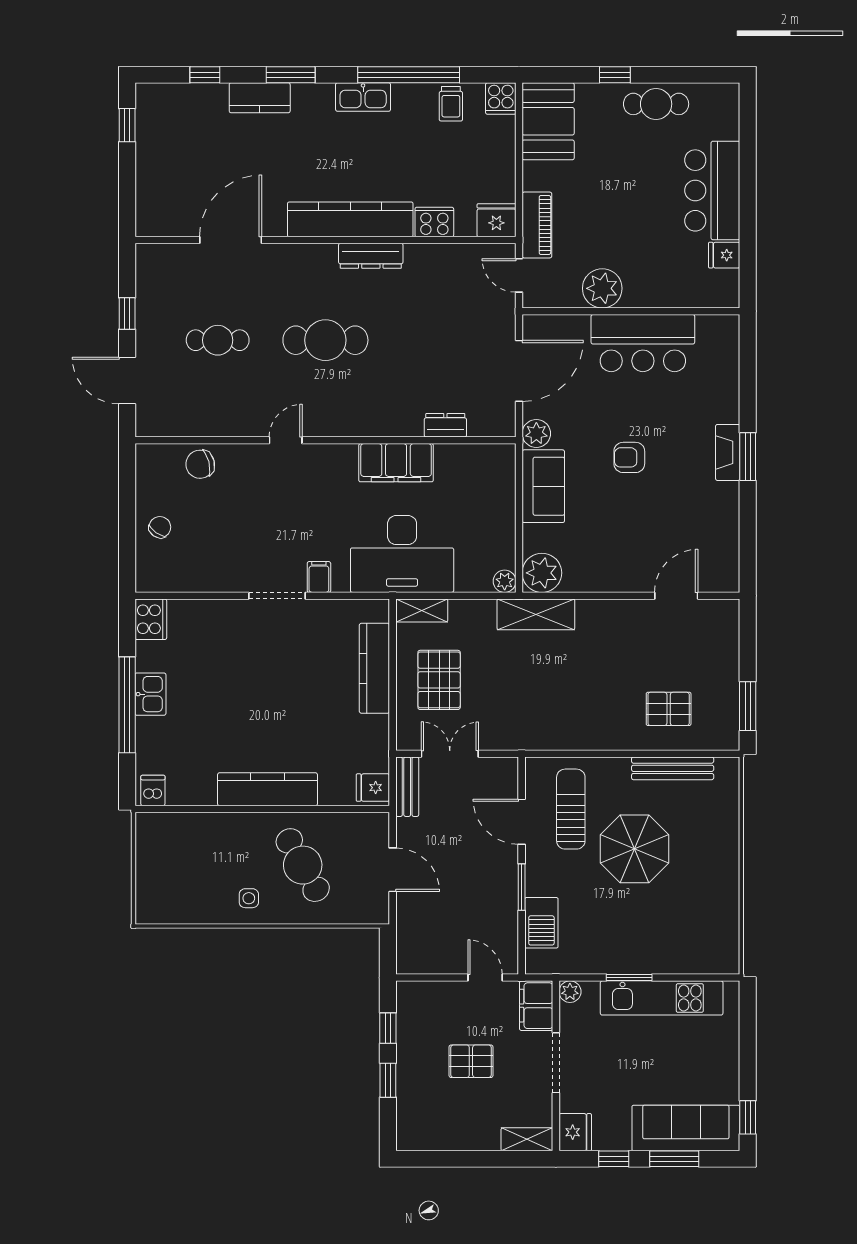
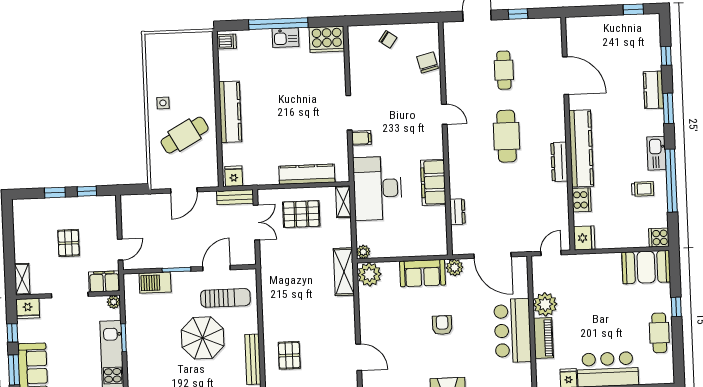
trolley: (451, 104) -> (643, 189), moved, turned 180
piano: (537, 225) -> (543, 338), moved, turned -90
cooker: (151, 619) -> (327, 39), width x1.37, depth x1.31

